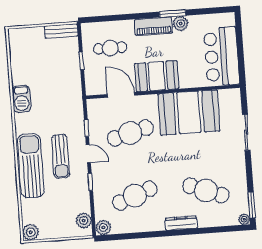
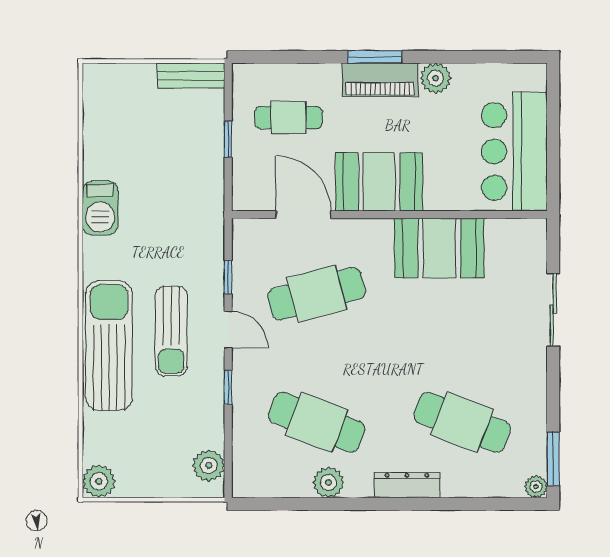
window: (173, 14) -> (375, 57), moved
booth: (189, 112) -> (439, 248), width x0.73, depth x0.70
cafe table: (135, 196) -> (317, 422), turned 42
plant: (103, 227) -> (328, 482), moved

